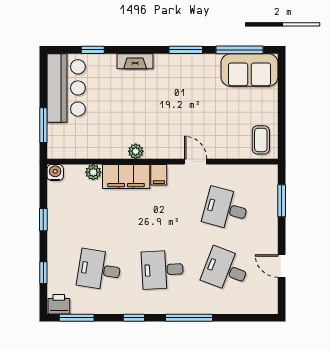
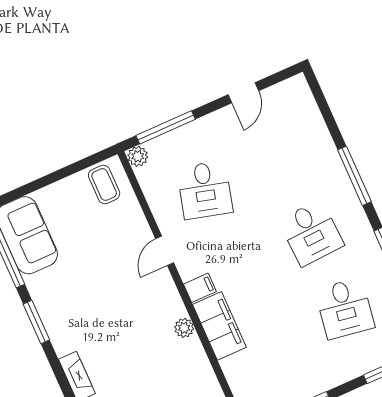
coffee table: (261, 140) -> (104, 185), turned 90
plant: (93, 172) -> (138, 156), moved
window: (282, 201) -> (166, 127), width x1.44
desk: (226, 270) -> (278, 158), removed

